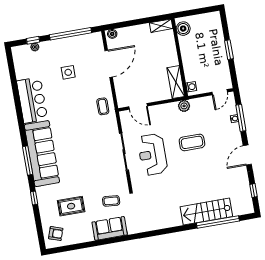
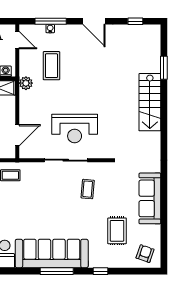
coffee table: (192, 142) -> (51, 66), moved
coffee table: (111, 201) -> (88, 189), moved
stairs: (206, 212) -> (150, 102), moved
window: (218, 222) -> (164, 68), width x0.47
sofa: (110, 228) -> (150, 198), width x1.36

